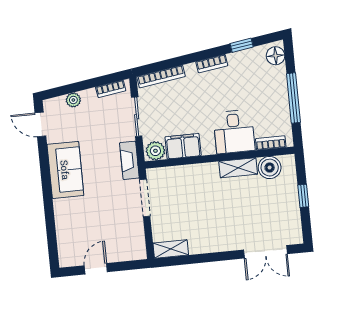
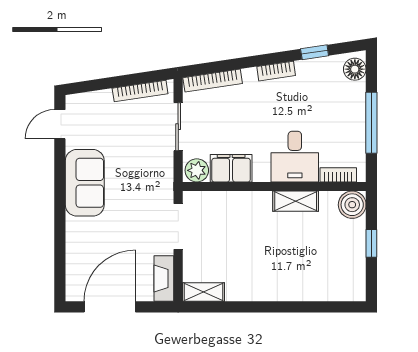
bookcase: (111, 89) -> (140, 91), width x1.56
plant: (73, 100) -> (103, 98), removed
door: (40, 124) -> (60, 124), hinge flipped
fireplace: (129, 160) -> (164, 279), moved
boiler: (270, 168) -> (352, 205), moved
double door: (265, 252) -> (319, 307), removed
door: (96, 269) -> (110, 307), width x1.87

